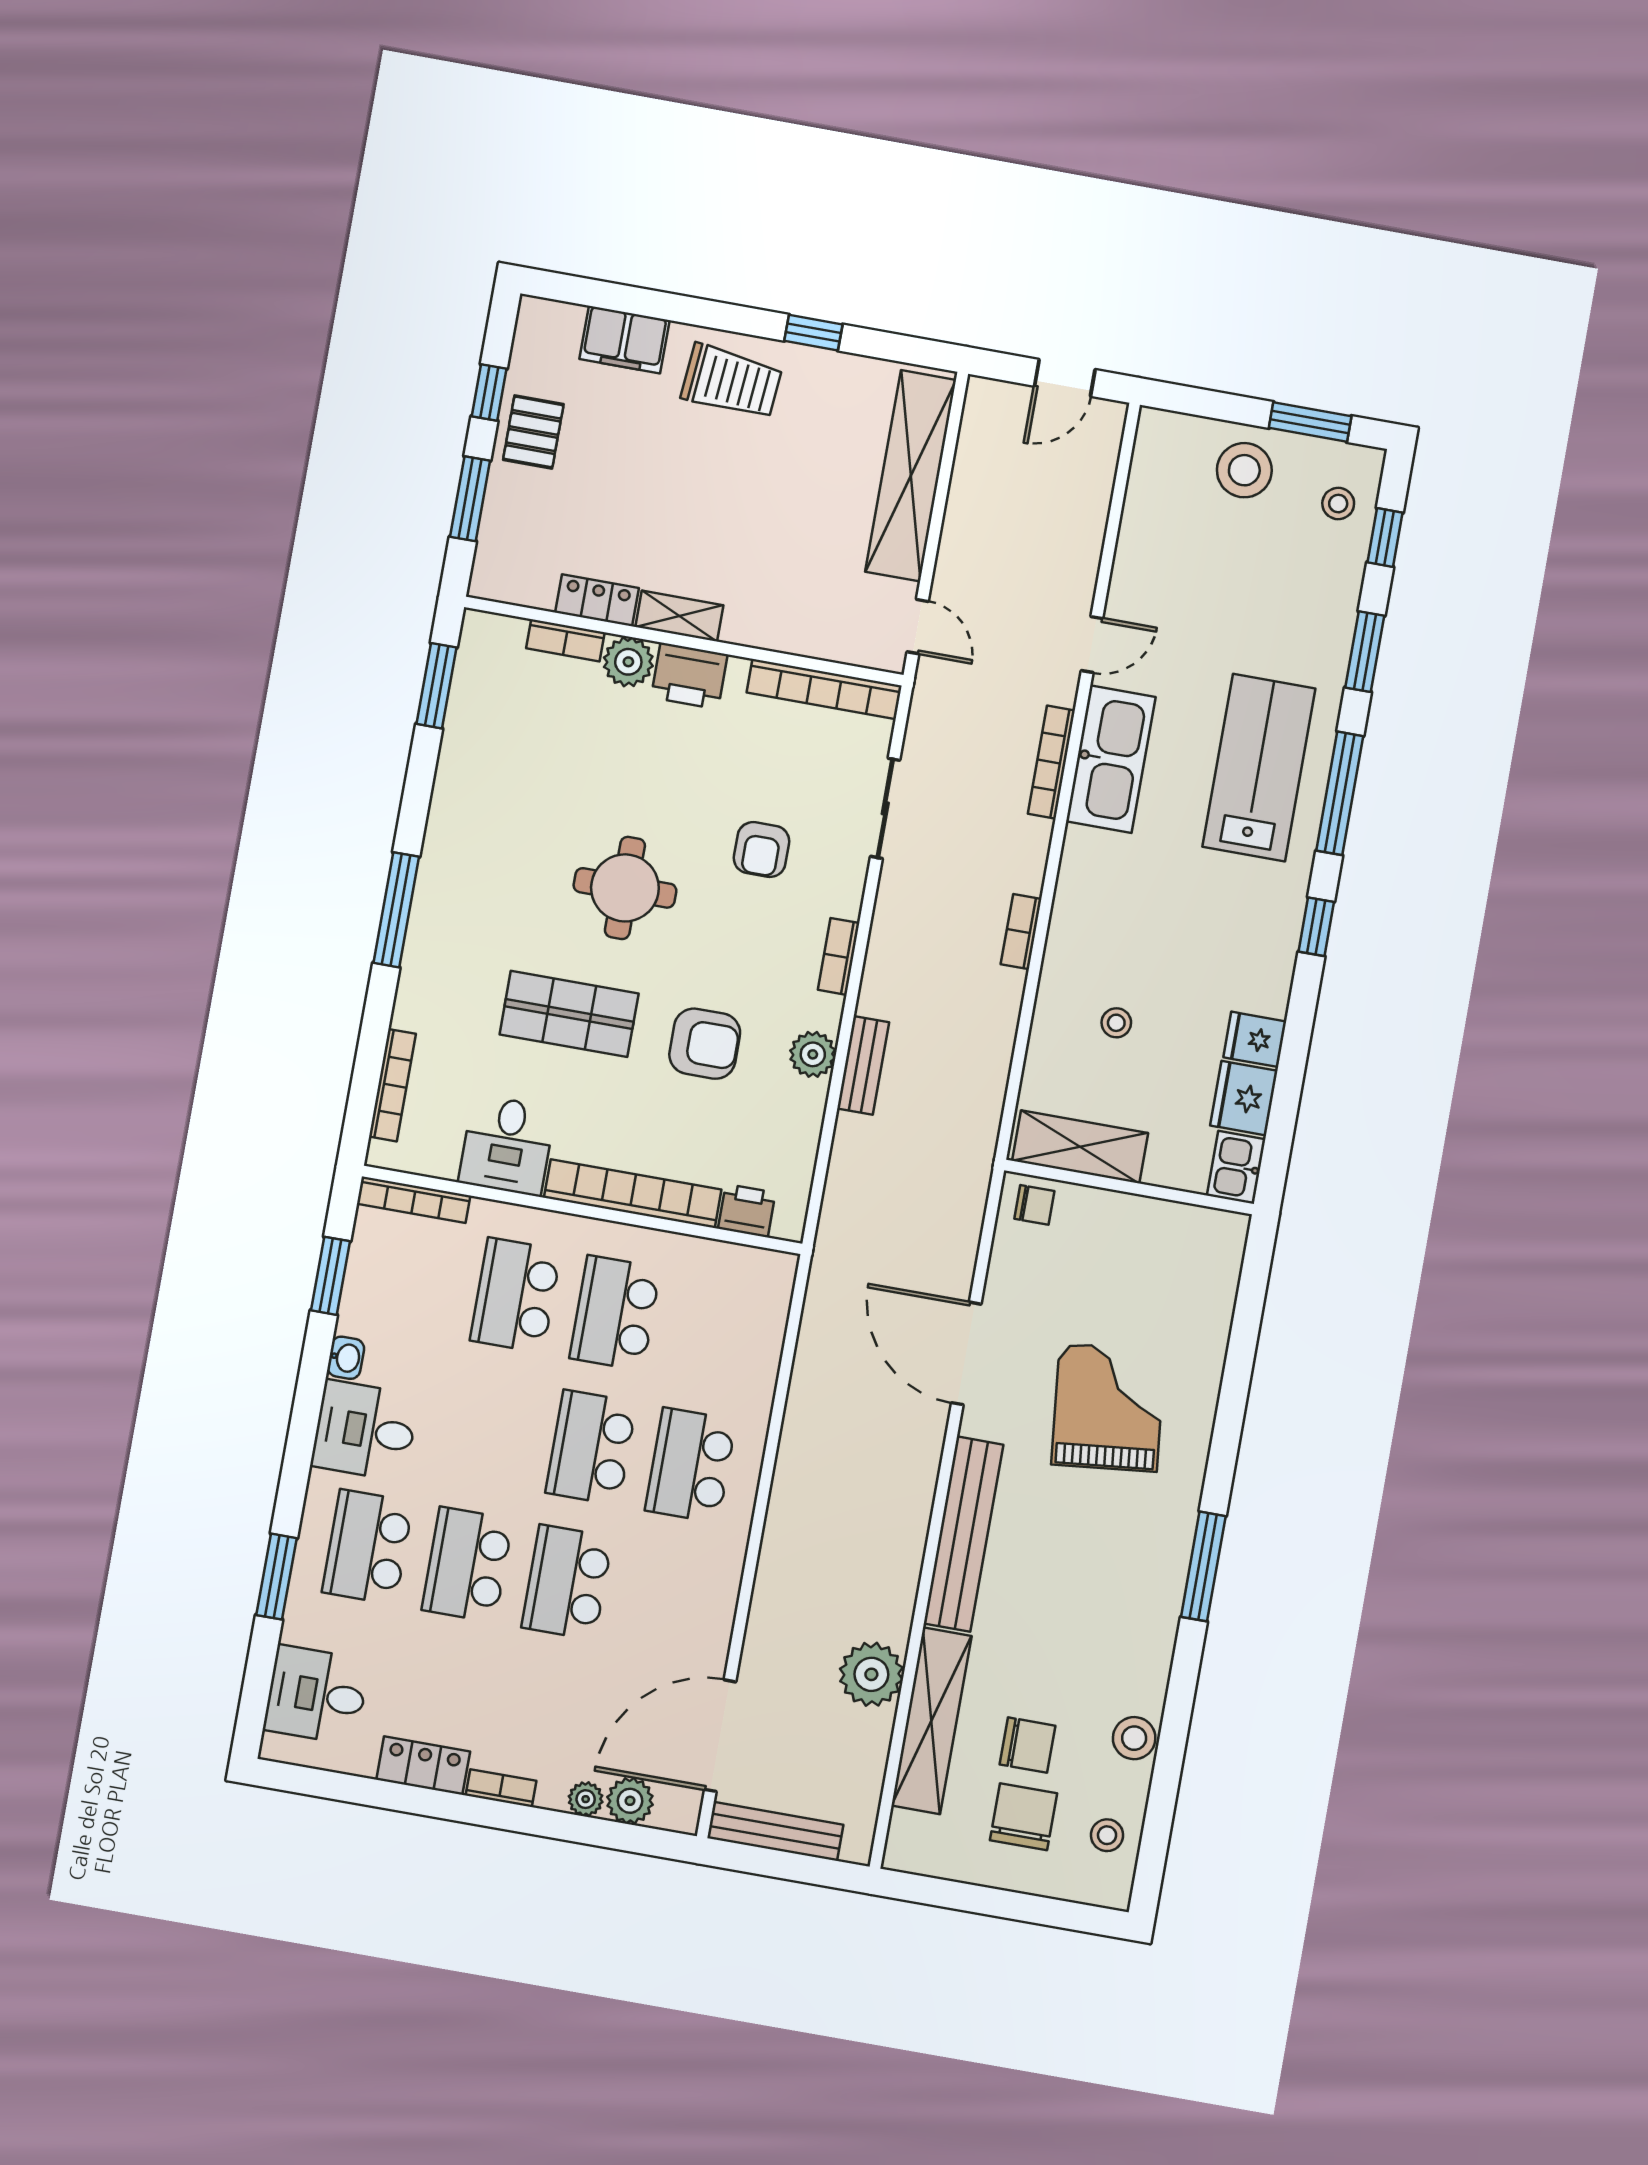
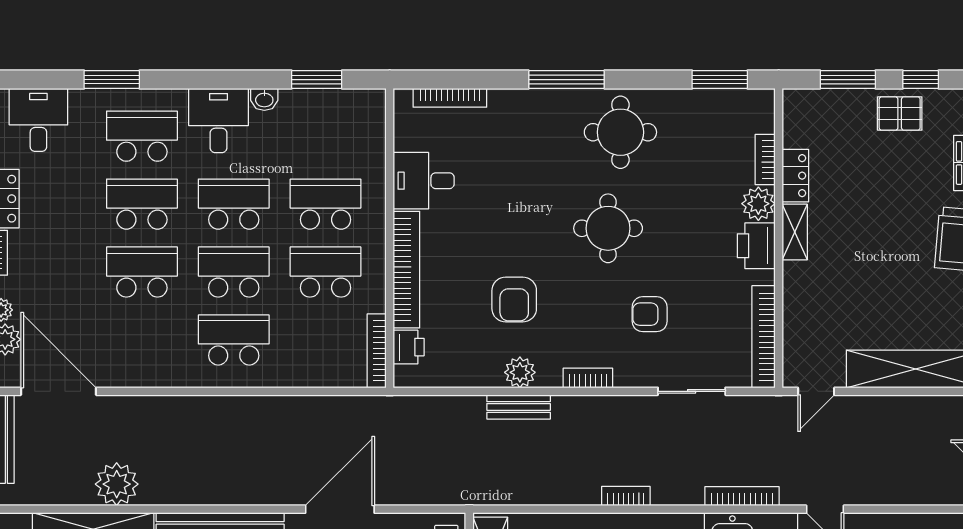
round table: (488, 845) -> (620, 132), added
shop shelf: (569, 1014) -> (518, 206), removed
bookcase: (414, 1200) -> (377, 351), moved
school desk: (491, 1430) -> (234, 204), added

